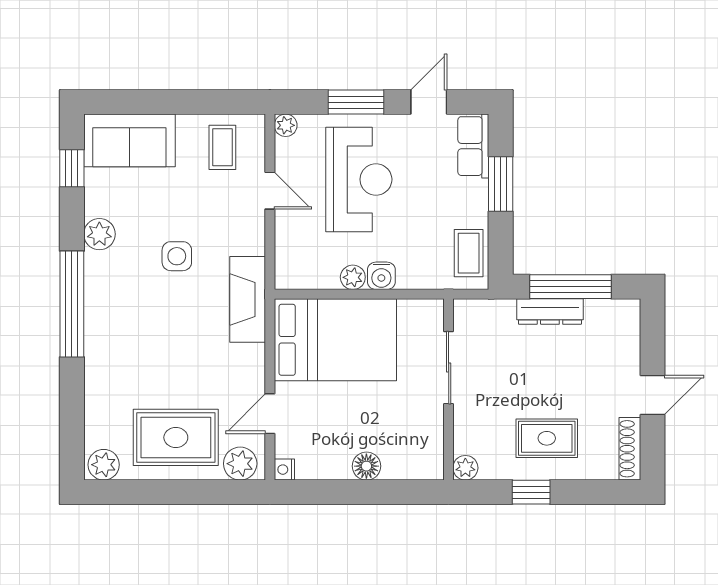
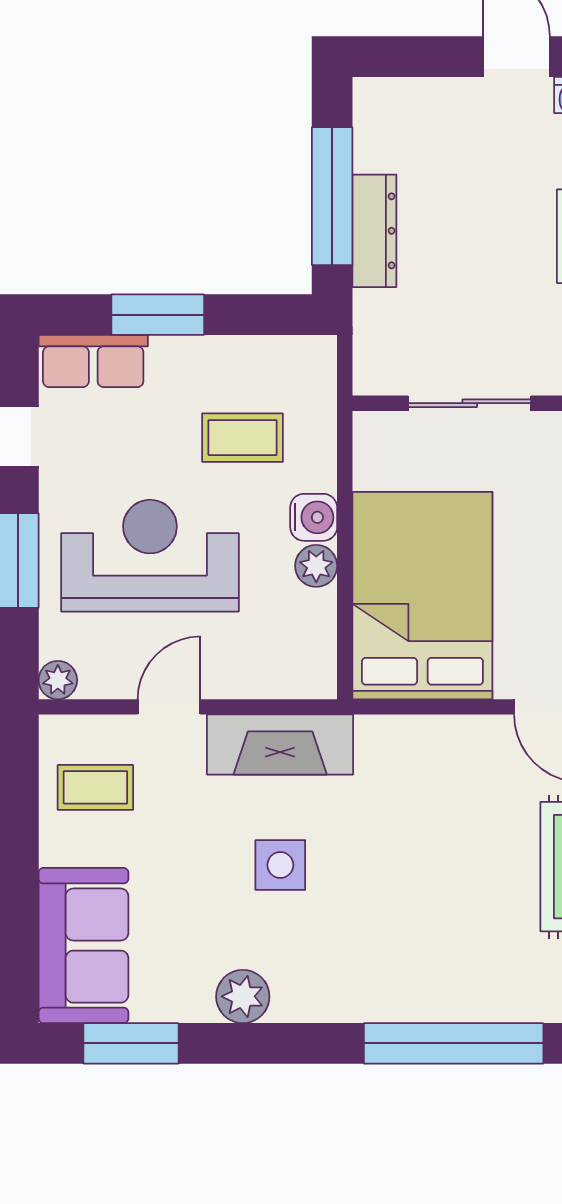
window: (72, 168) -> (131, 1043), width x1.50
coffee table: (469, 253) -> (243, 438), moved
fireplace: (248, 299) -> (280, 745), moved
window: (72, 304) -> (454, 1043), moved

